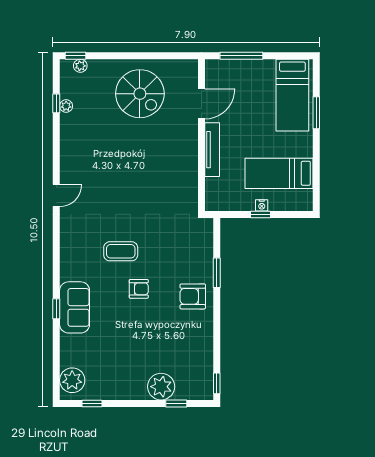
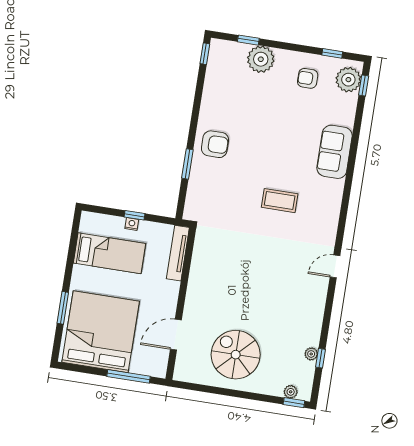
bed: (292, 95) -> (101, 332), width x2.04
tv unit: (212, 150) -> (178, 253), moved
armchair: (139, 289) -> (308, 78), moved
window: (56, 309) -> (364, 86), moved

